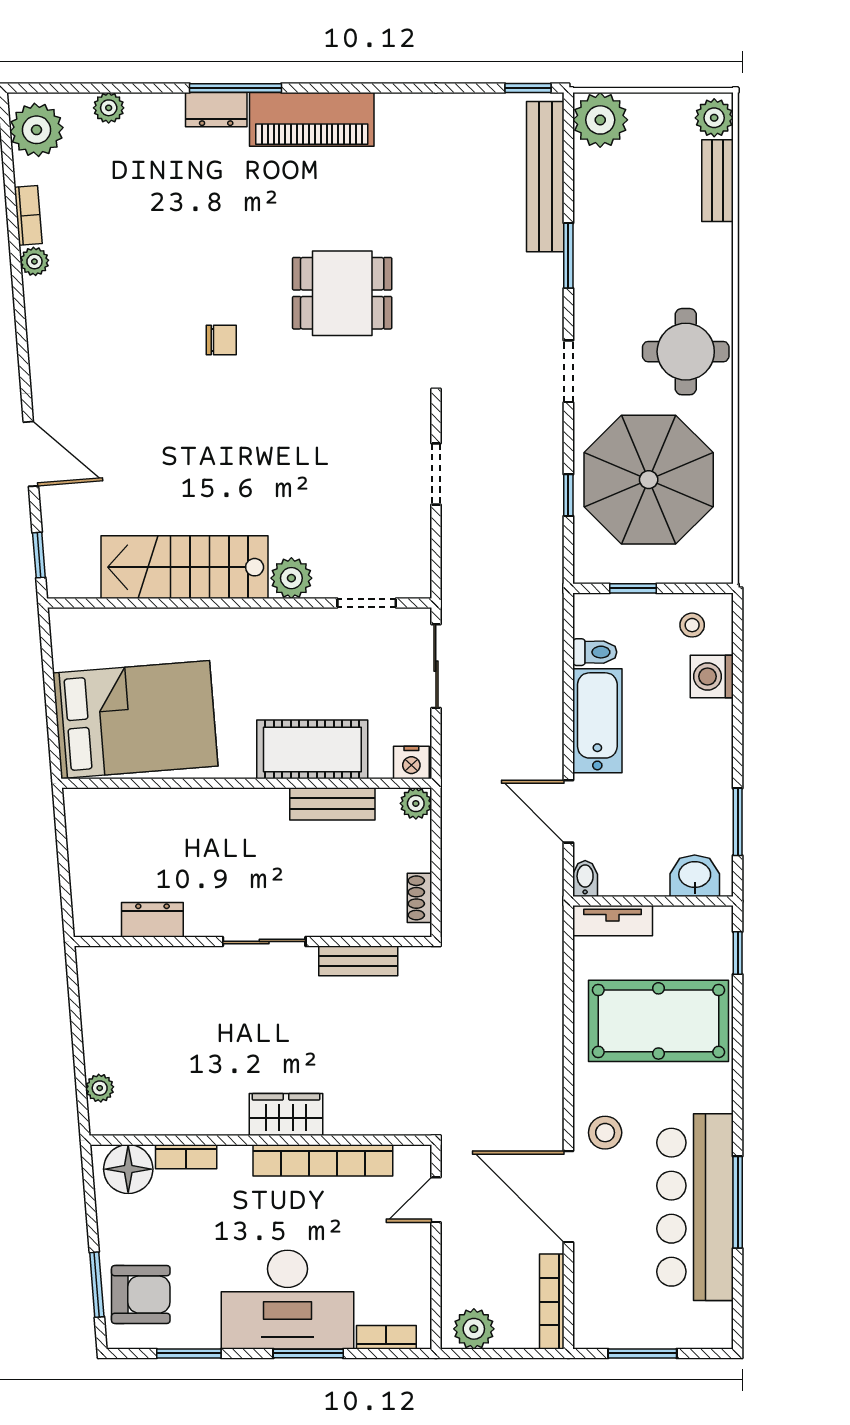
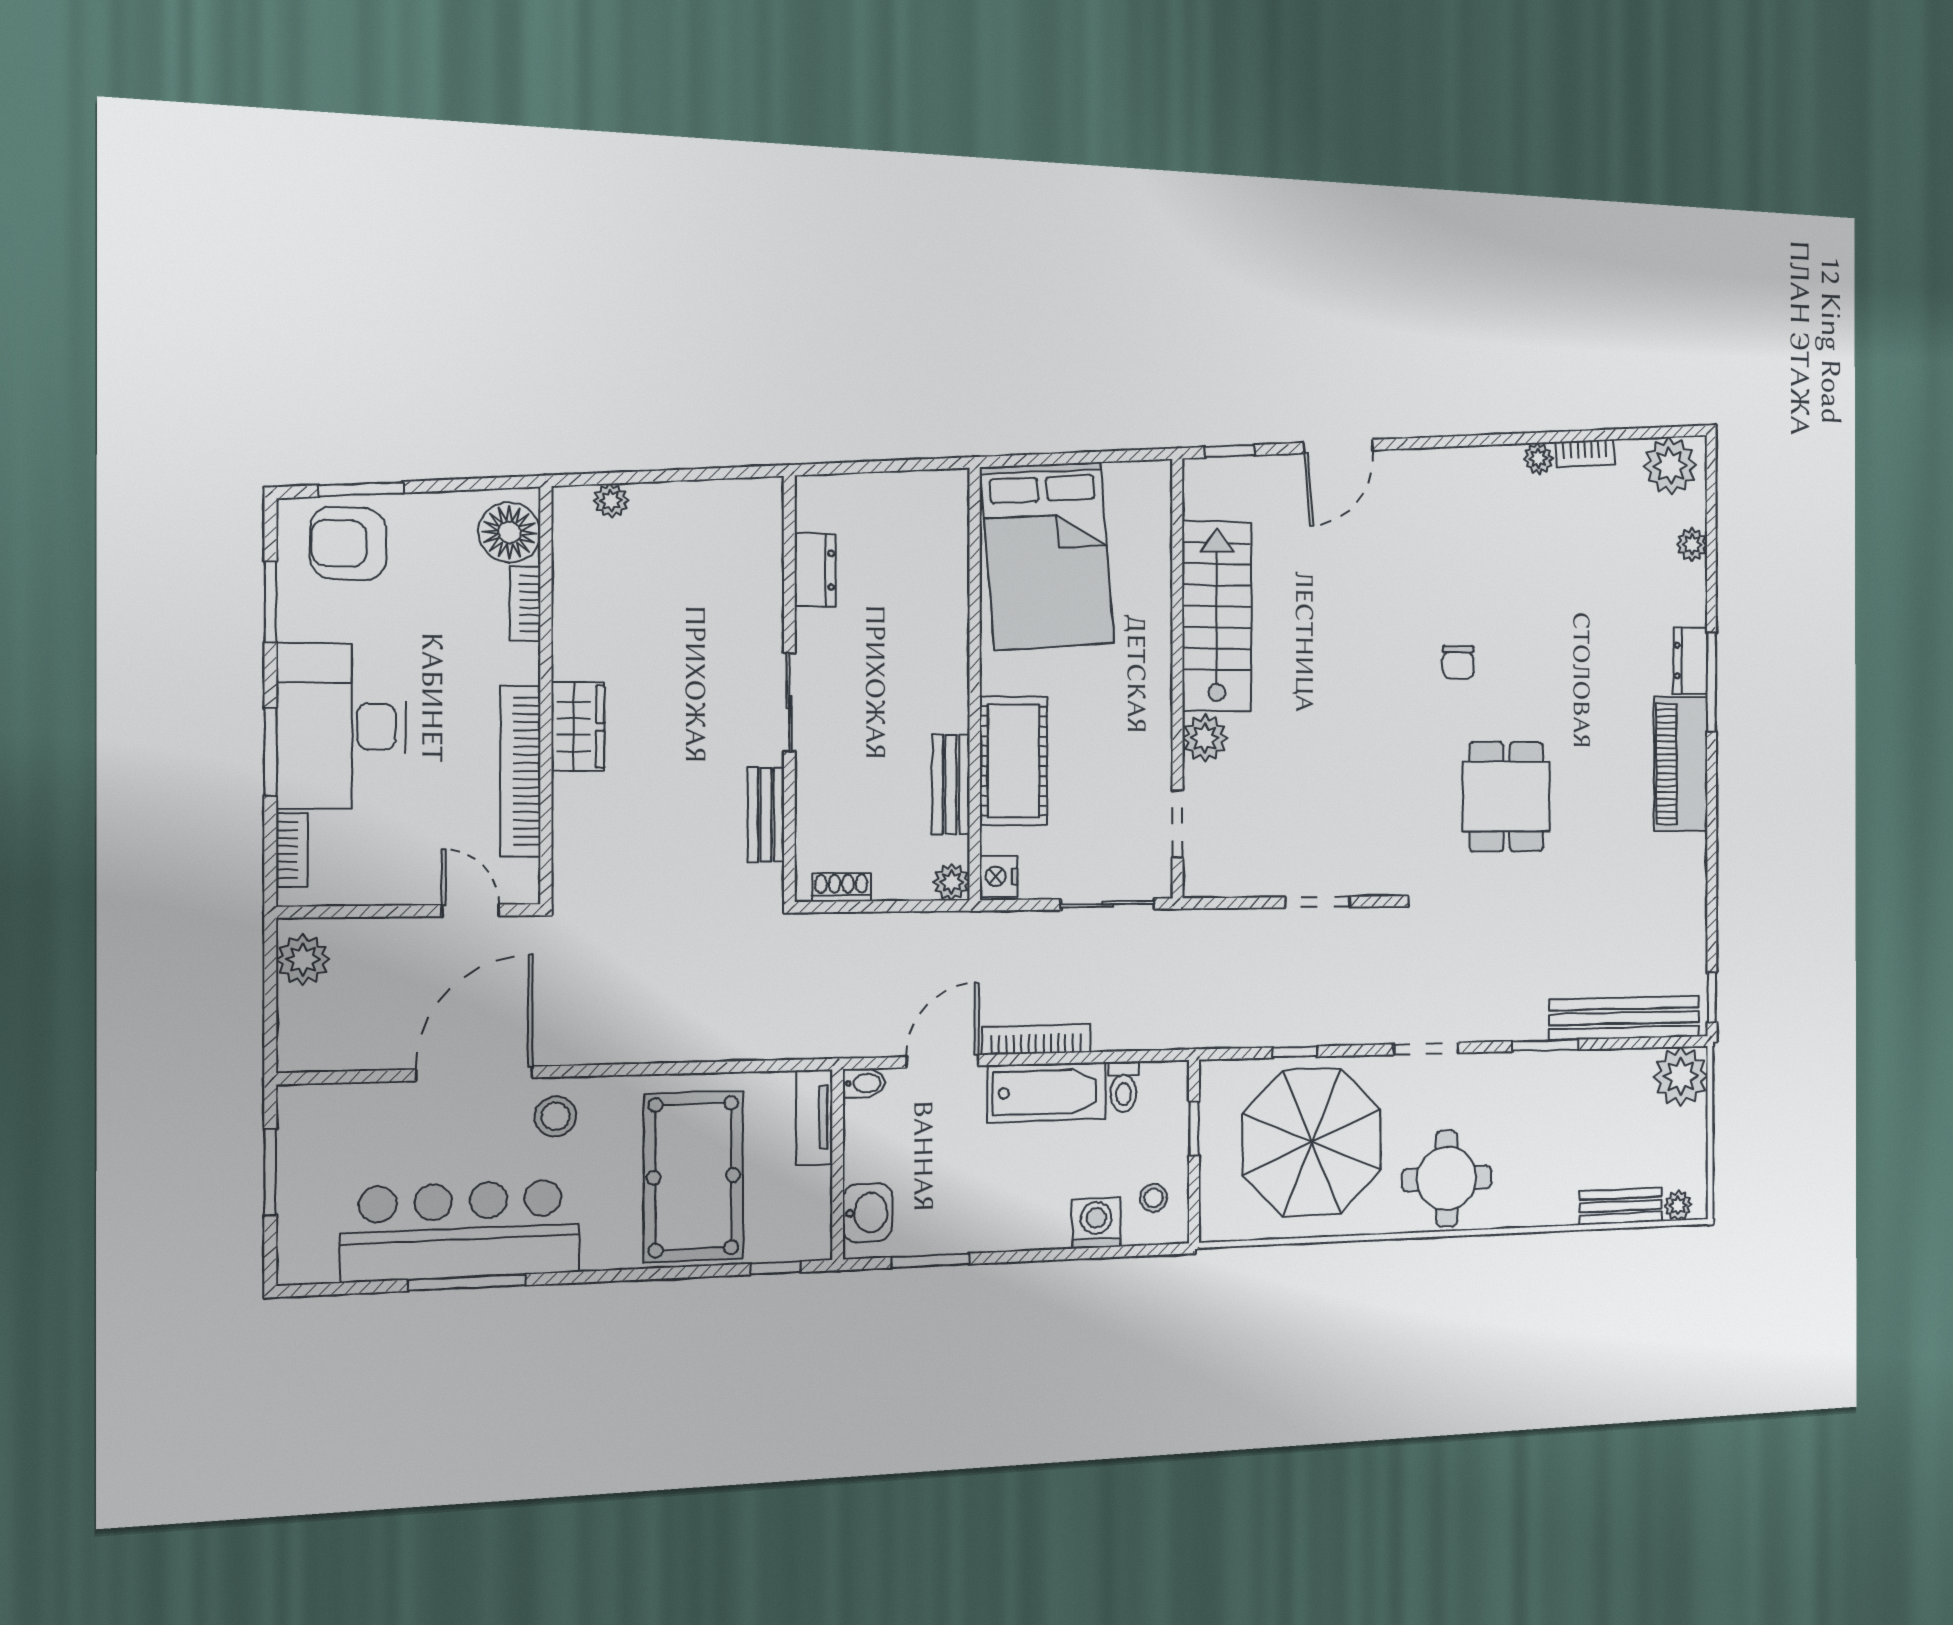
plant: (714, 118) -> (1678, 1206), width x0.73, depth x0.73
armchair: (141, 1295) -> (348, 543), turned 90
bookcase: (552, 1302) -> (1036, 1040), moved

